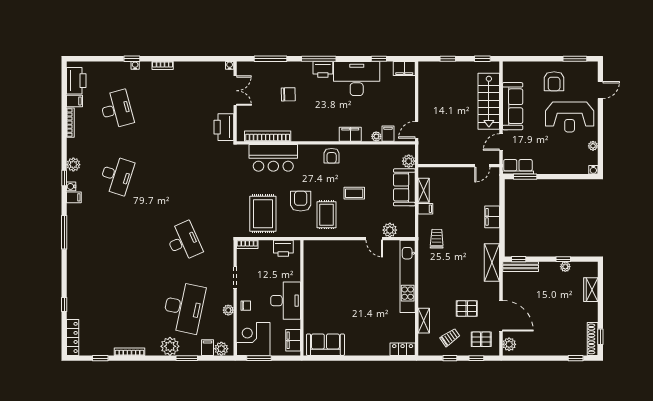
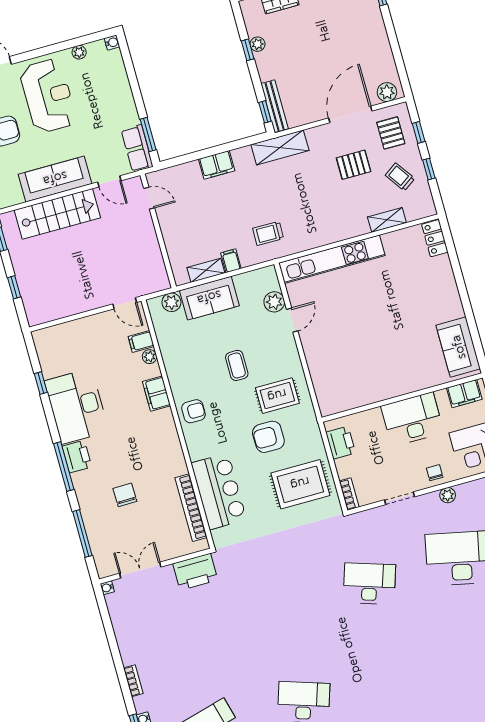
filing cabinet: (404, 68) -> (44, 344), removed
desk: (184, 241) -> (369, 584), turned 42
pallet: (467, 309) -> (354, 165), turned 90

